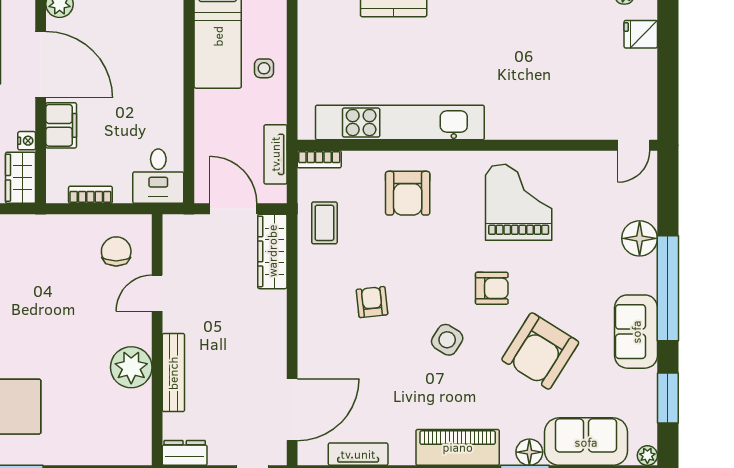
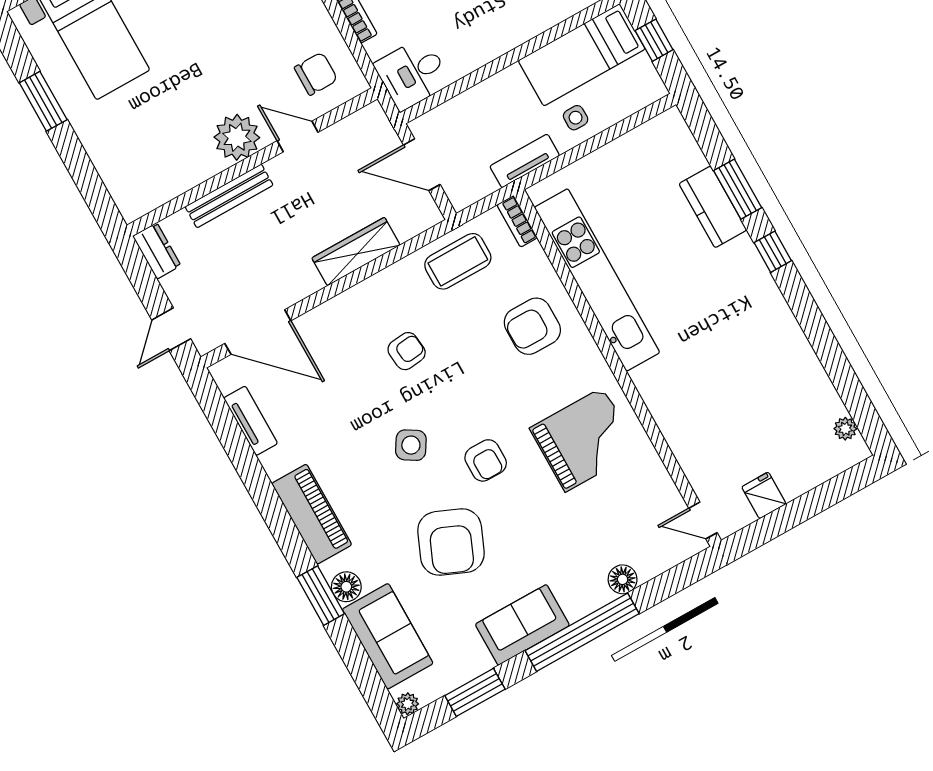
fridge: (641, 34) -> (764, 495), moved
tv unit: (275, 154) -> (525, 161), moved
door: (233, 209) -> (422, 165), swing flipped
coffee table: (324, 223) -> (458, 261), width x1.36, depth x1.30
floor lamp: (640, 238) -> (623, 579), width x0.73, depth x0.73
wardrobe: (272, 251) -> (356, 252), moved
armchair: (540, 351) -> (451, 542), turned -99
plant: (131, 367) -> (237, 137), moved

